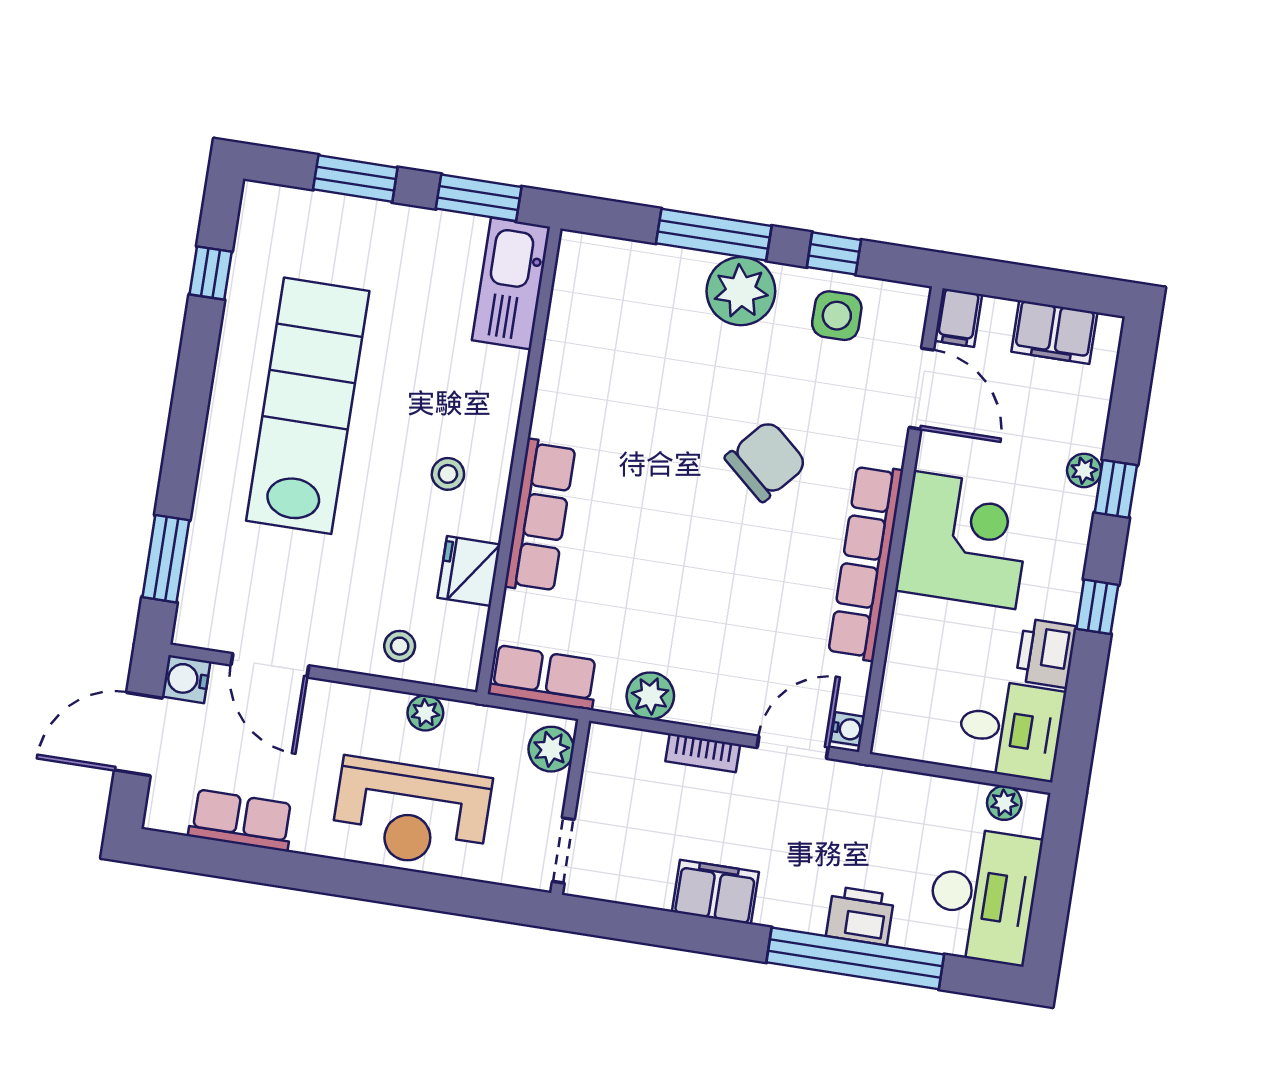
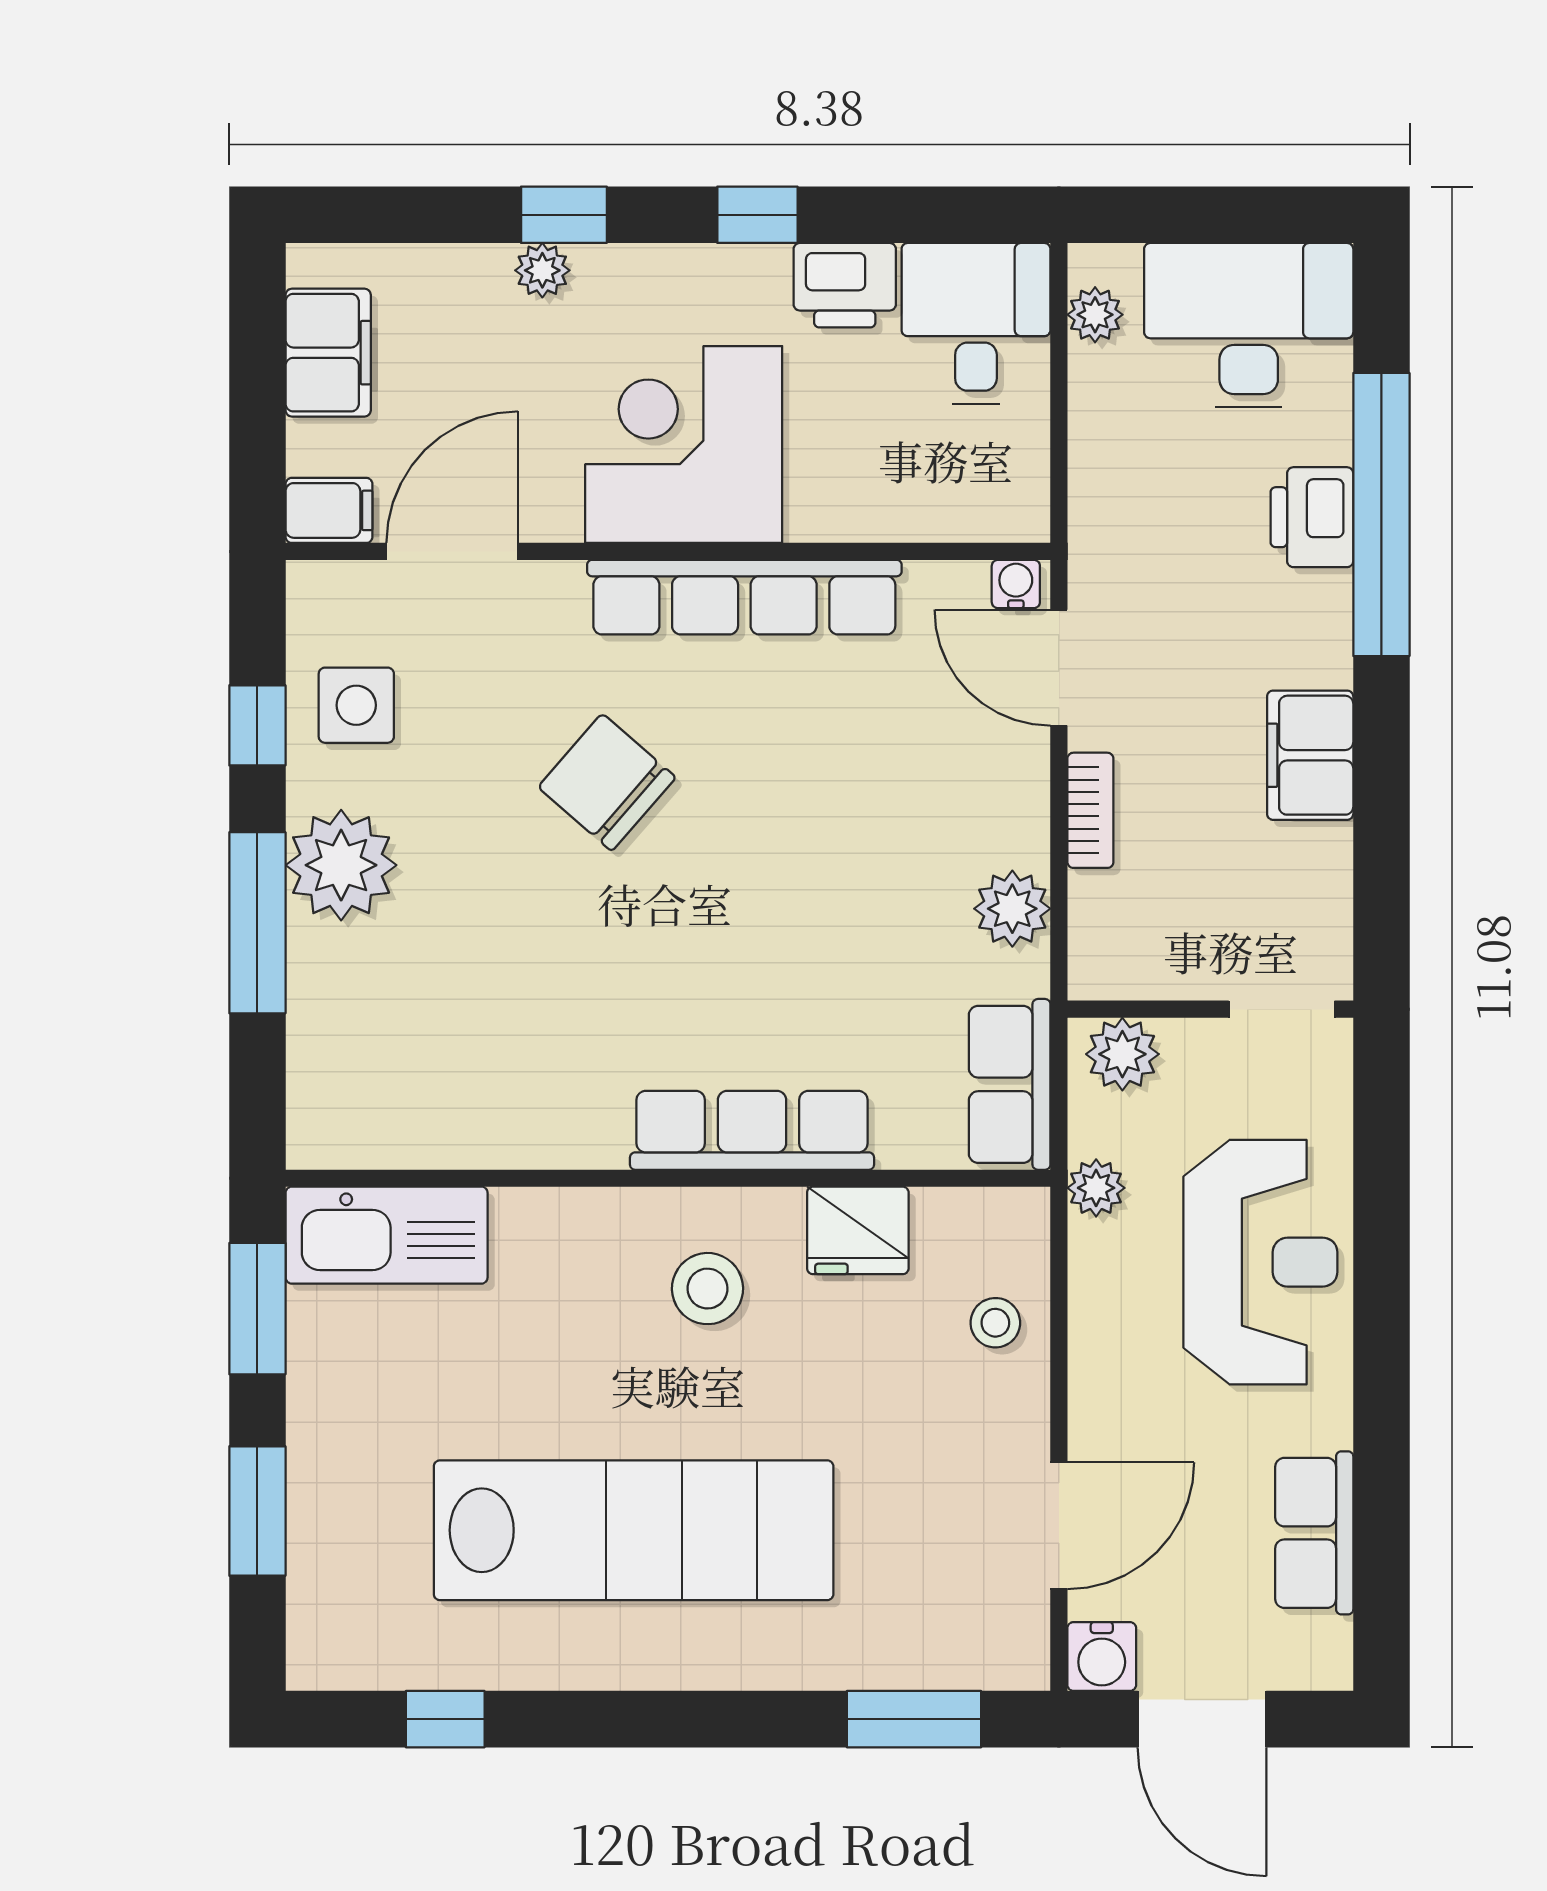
lab bench: (308, 406) -> (634, 1530), turned 180
stool: (448, 474) -> (708, 1289), width x1.37, depth x1.37
plant: (425, 713) -> (1096, 1188), moved

